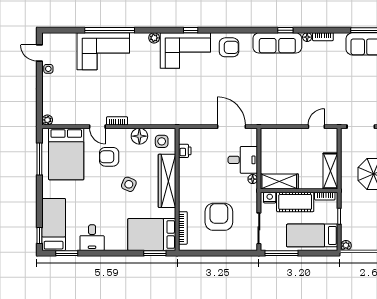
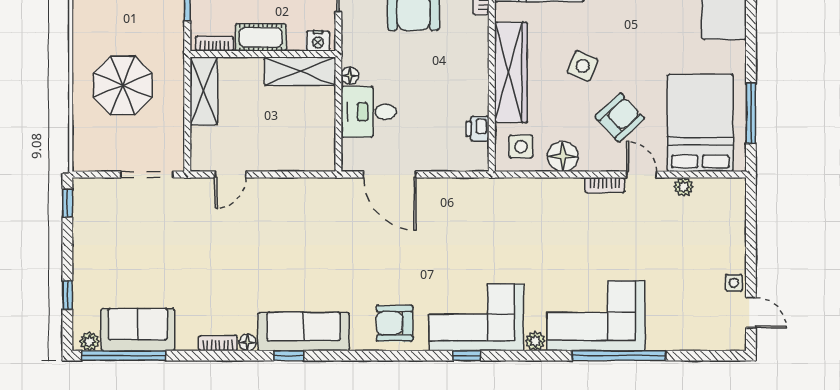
corner sofa: (103, 51) -> (596, 316), moved
plant: (47, 120) -> (683, 187), moved
armchair: (109, 157) -> (620, 118), turned -43
cot: (295, 202) -> (261, 37), width x0.73, depth x0.75

